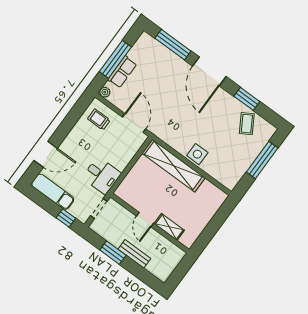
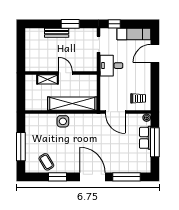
door: (145, 220) -> (65, 73), moved
wall: (150, 223) -> (61, 73), moved
shelving: (169, 227) -> (47, 79), moved

